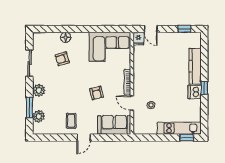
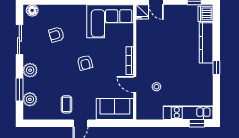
floor lamp: (66, 37) -> (32, 10), moved
dishwasher: (195, 92) -> (206, 14), moved
armchair: (97, 93) -> (85, 63), moved

